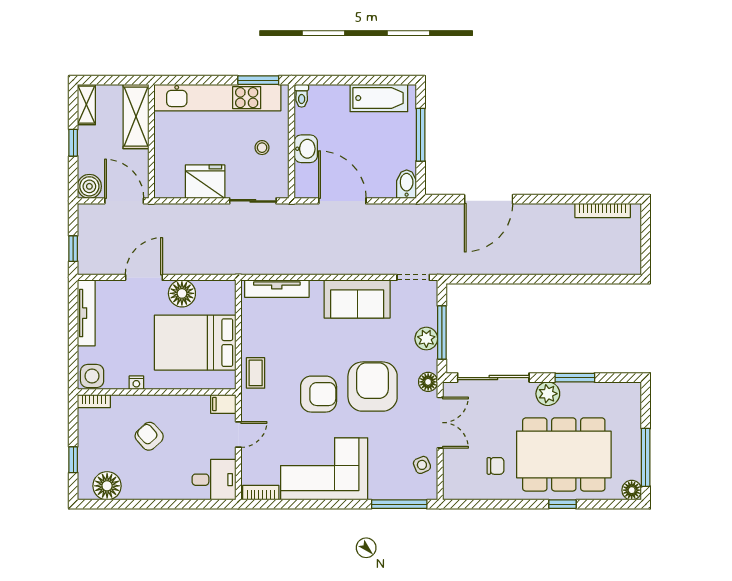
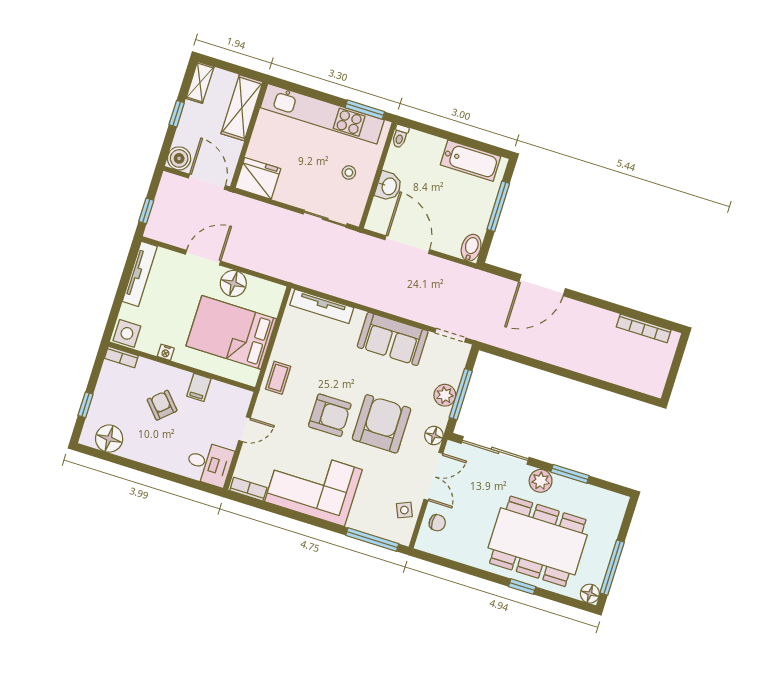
fridge: (205, 182) -> (258, 178), moved
filing cabinet: (223, 404) -> (199, 387), moved, turned -90
chair: (496, 466) -> (437, 523), moved

